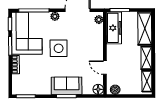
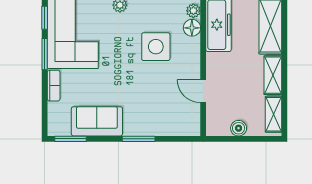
side table: (59, 48) -> (156, 47), moved
sofa: (67, 86) -> (97, 121), moved
floor lamp: (98, 89) -> (192, 28), moved
boiler: (115, 90) -> (239, 128), moved

